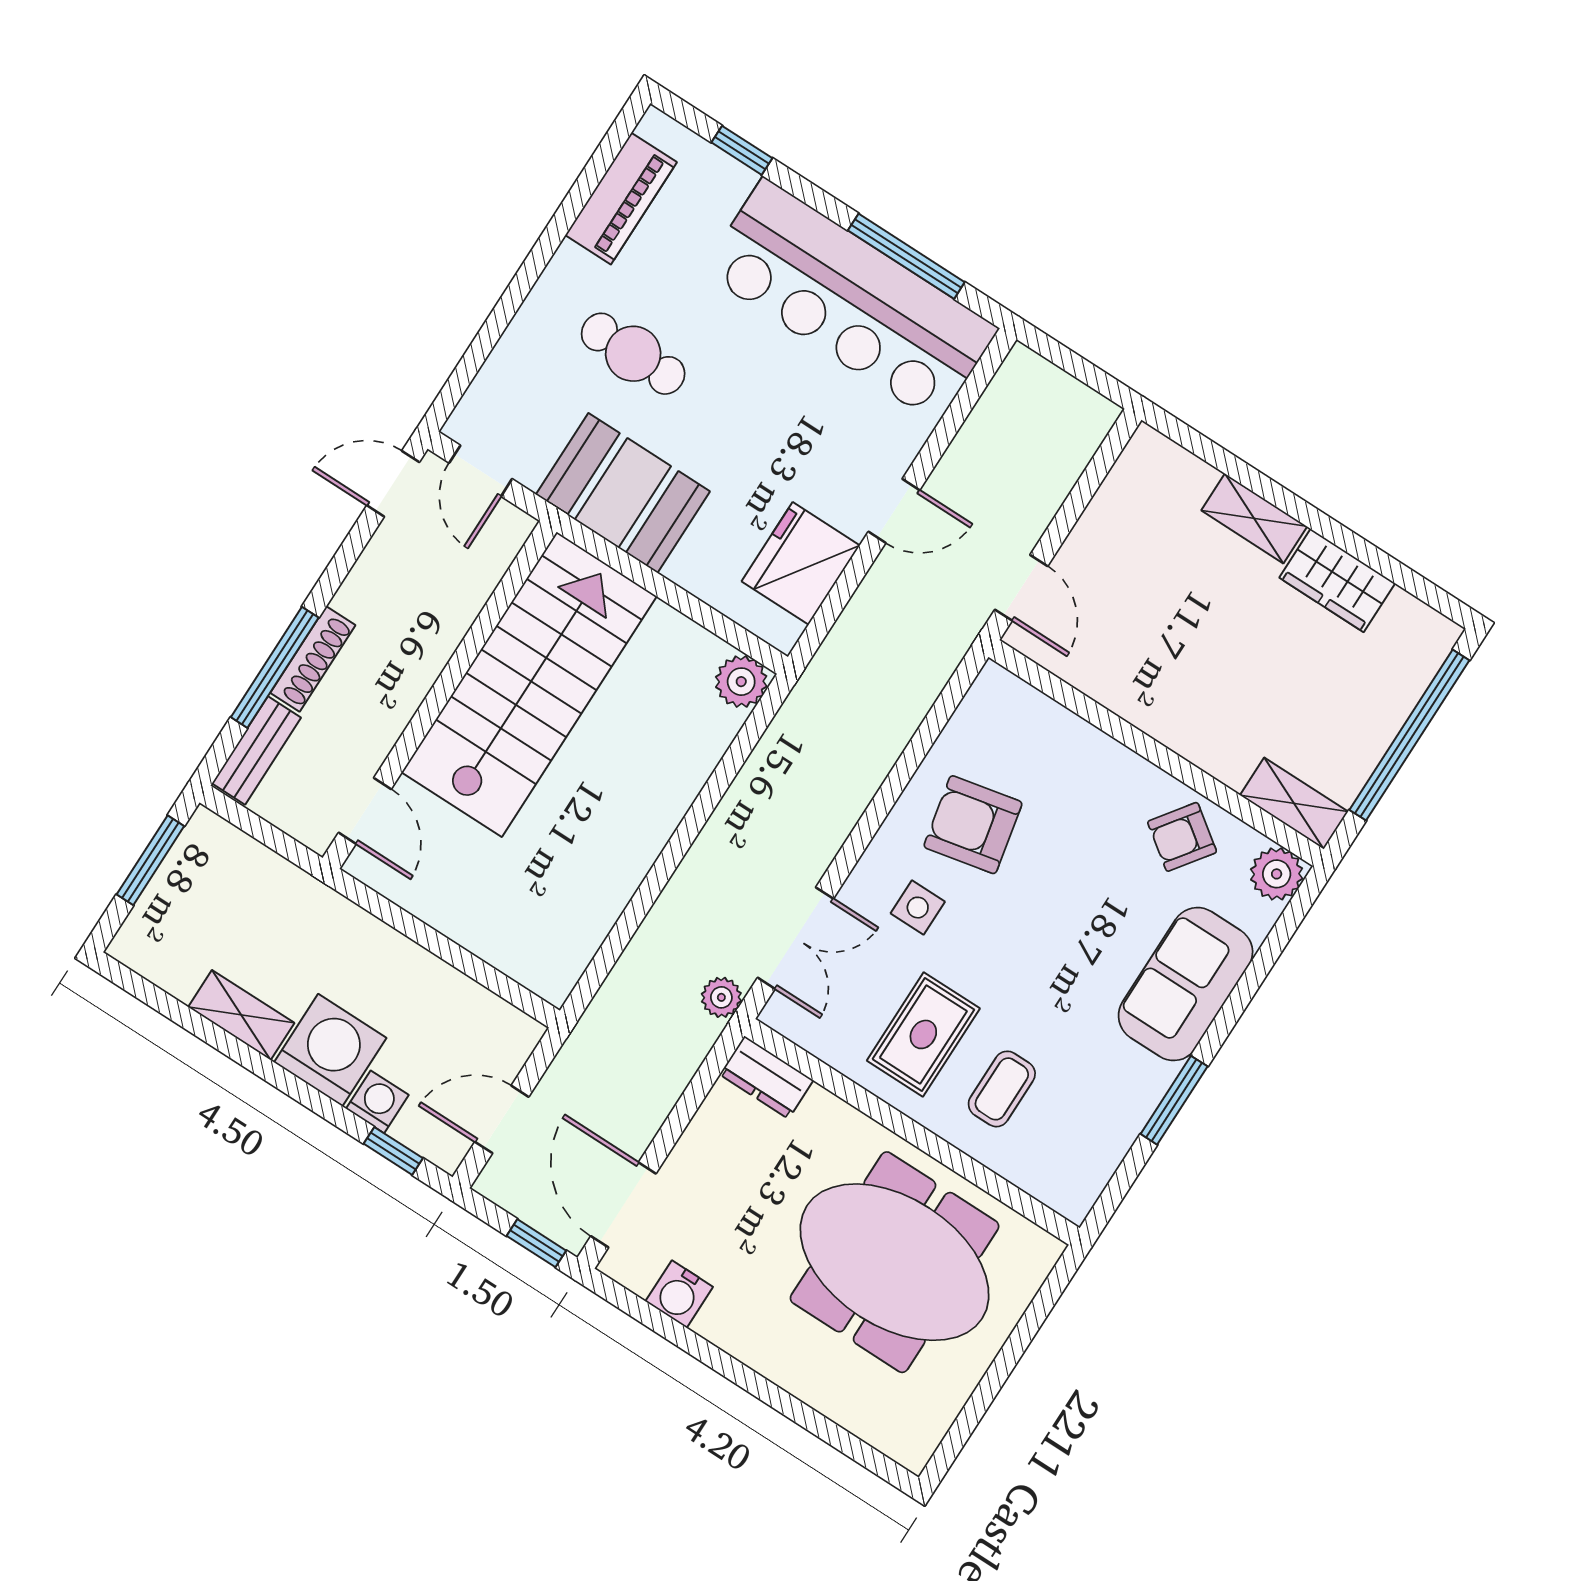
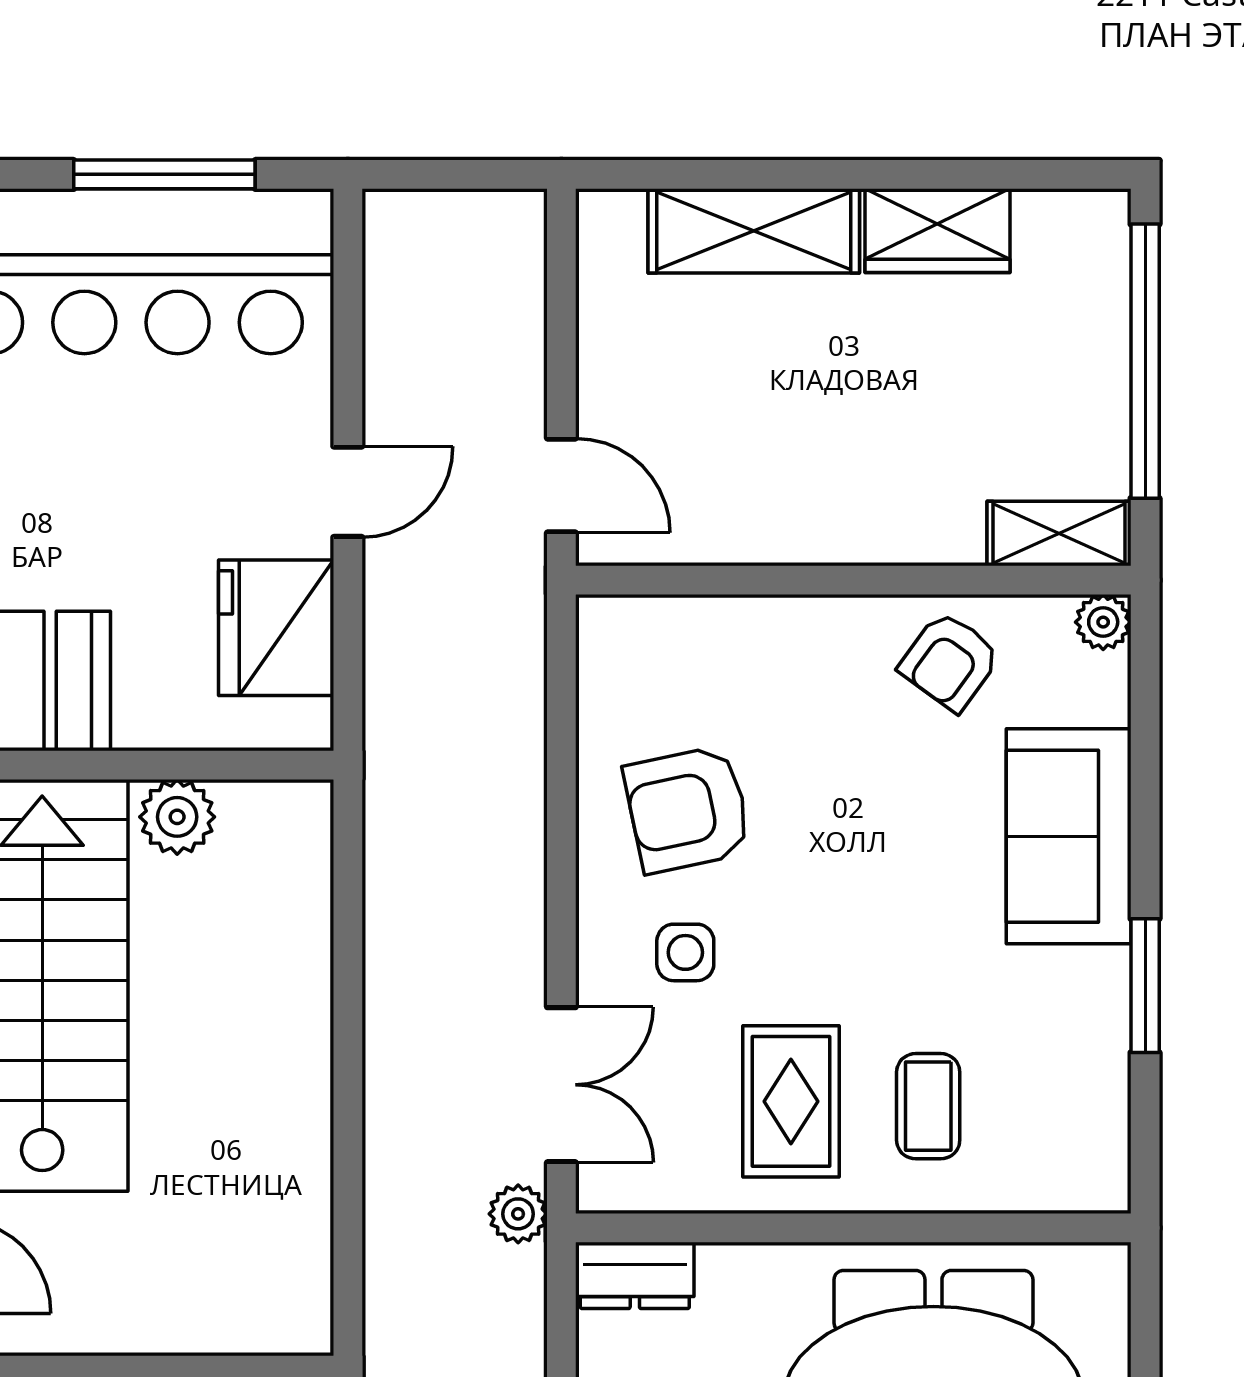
shelving: (1254, 518) -> (754, 231), width x1.50, depth x1.33
plant: (741, 682) -> (177, 817), moved
plant: (1277, 874) -> (1103, 622), width x0.73, depth x0.73

